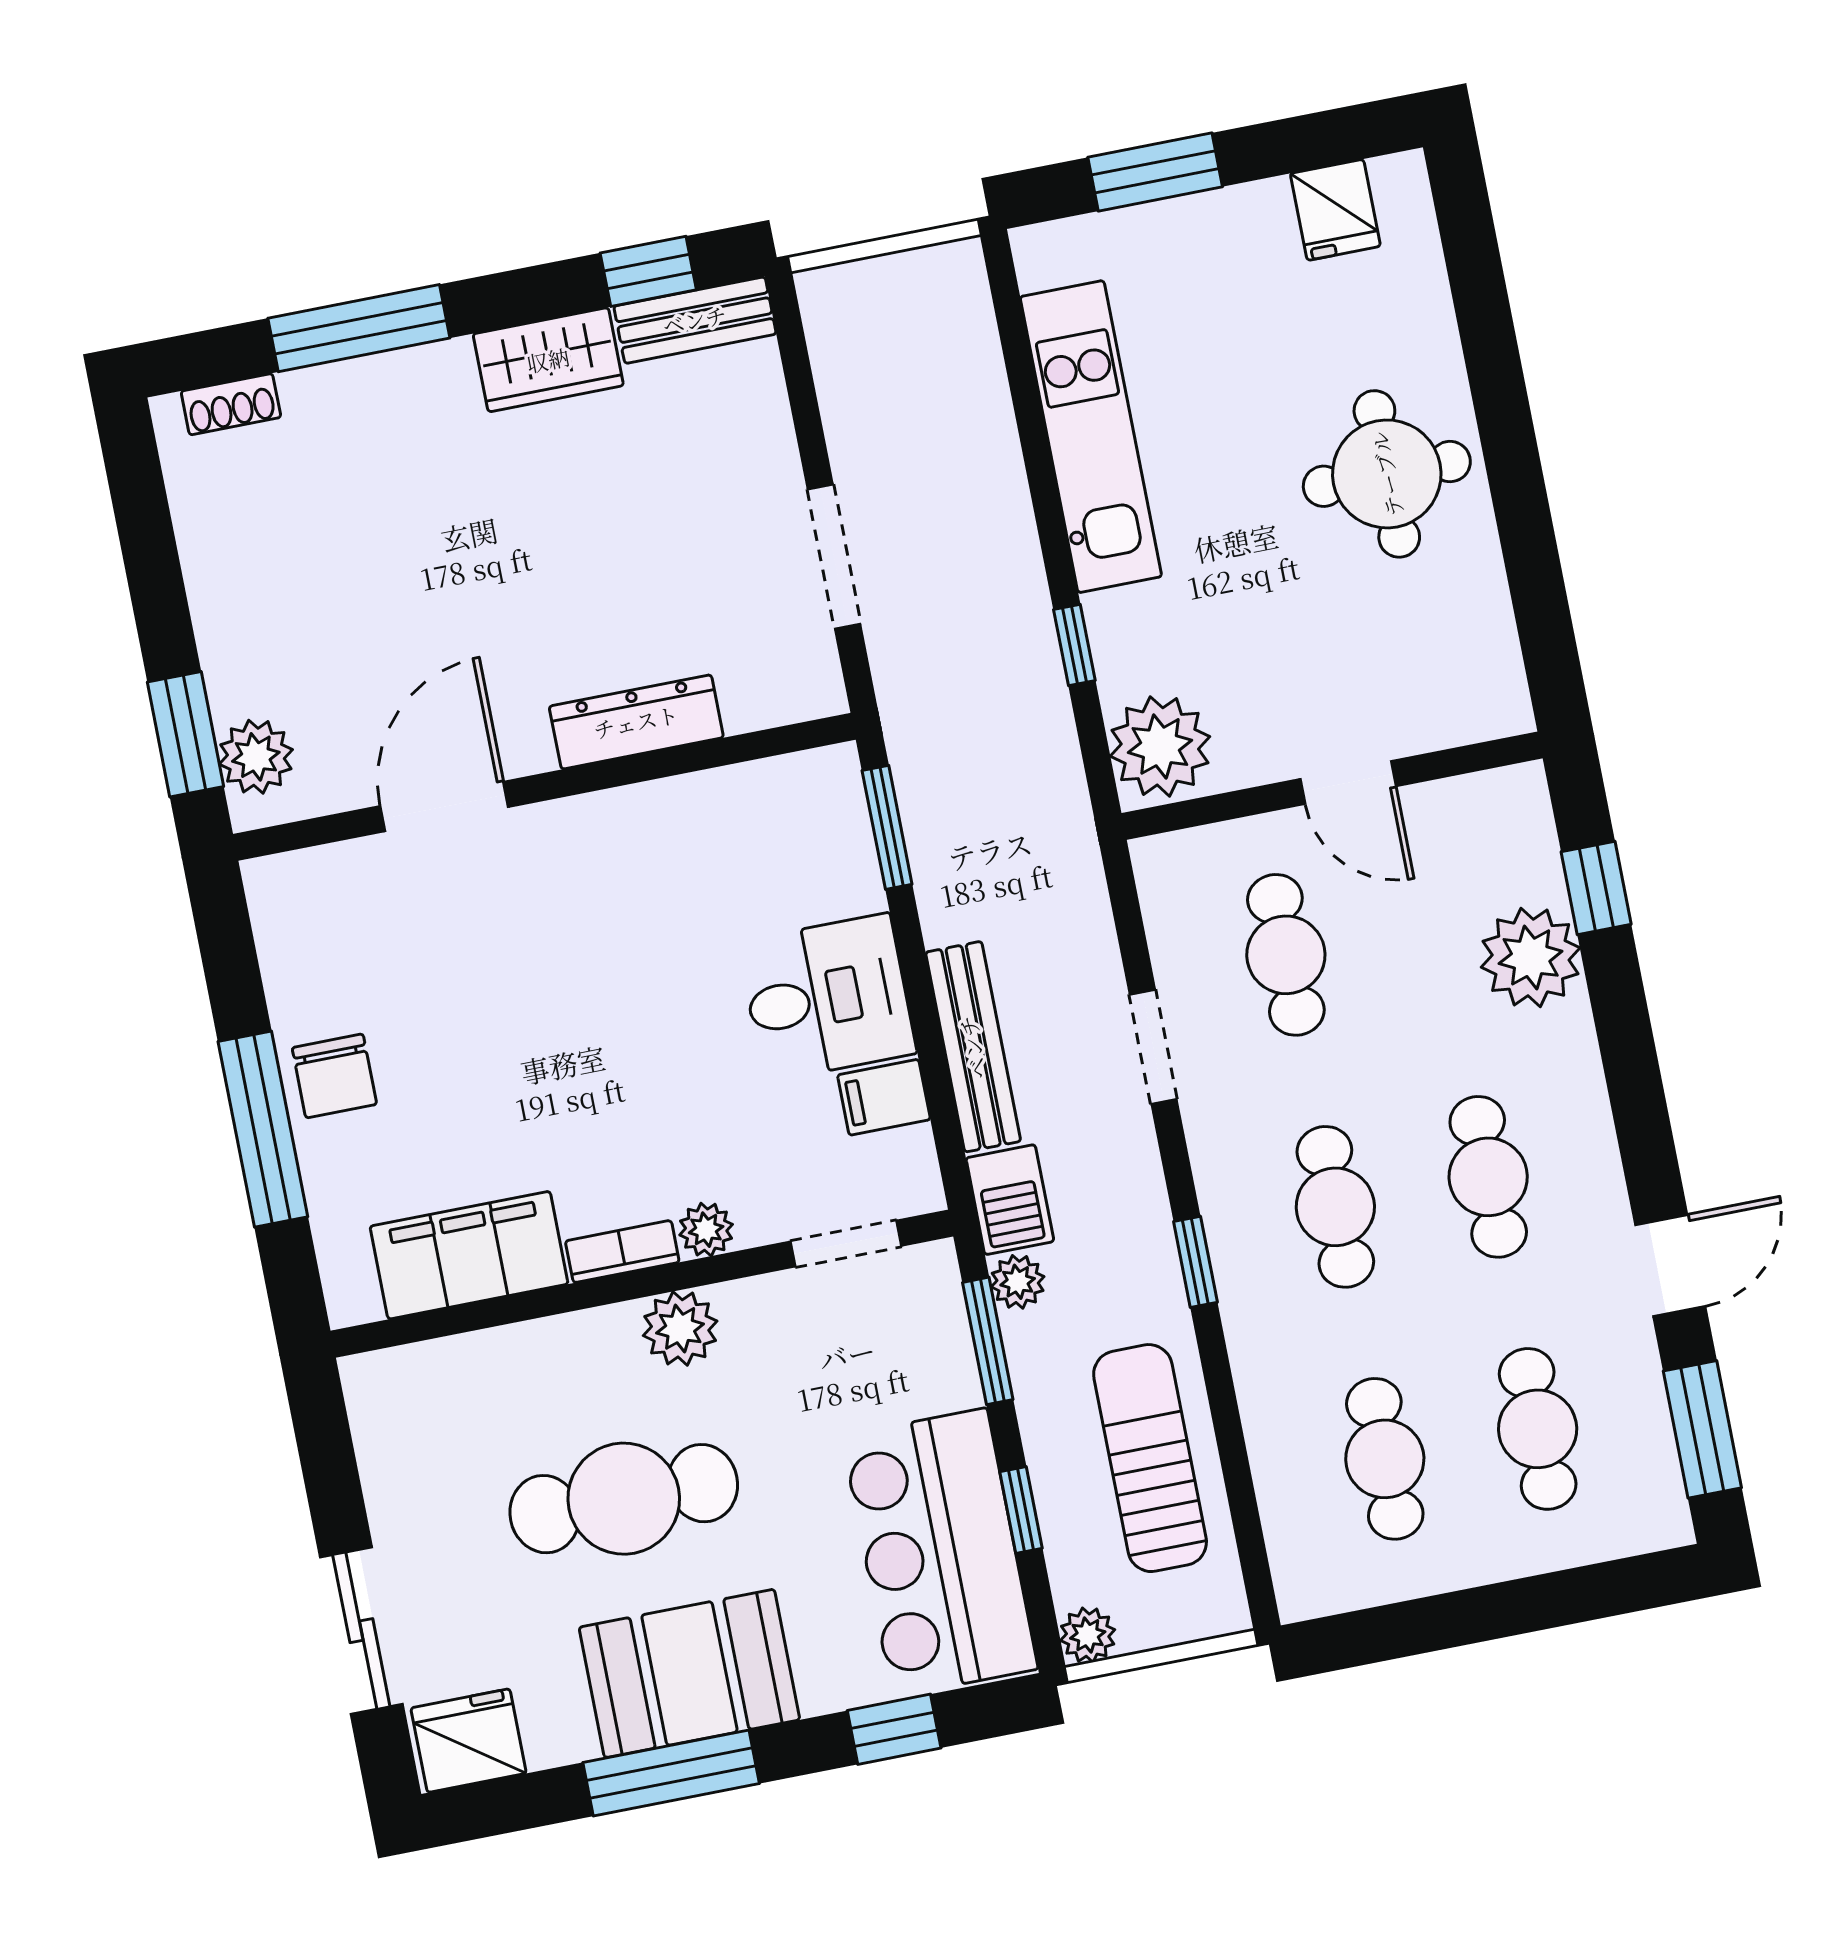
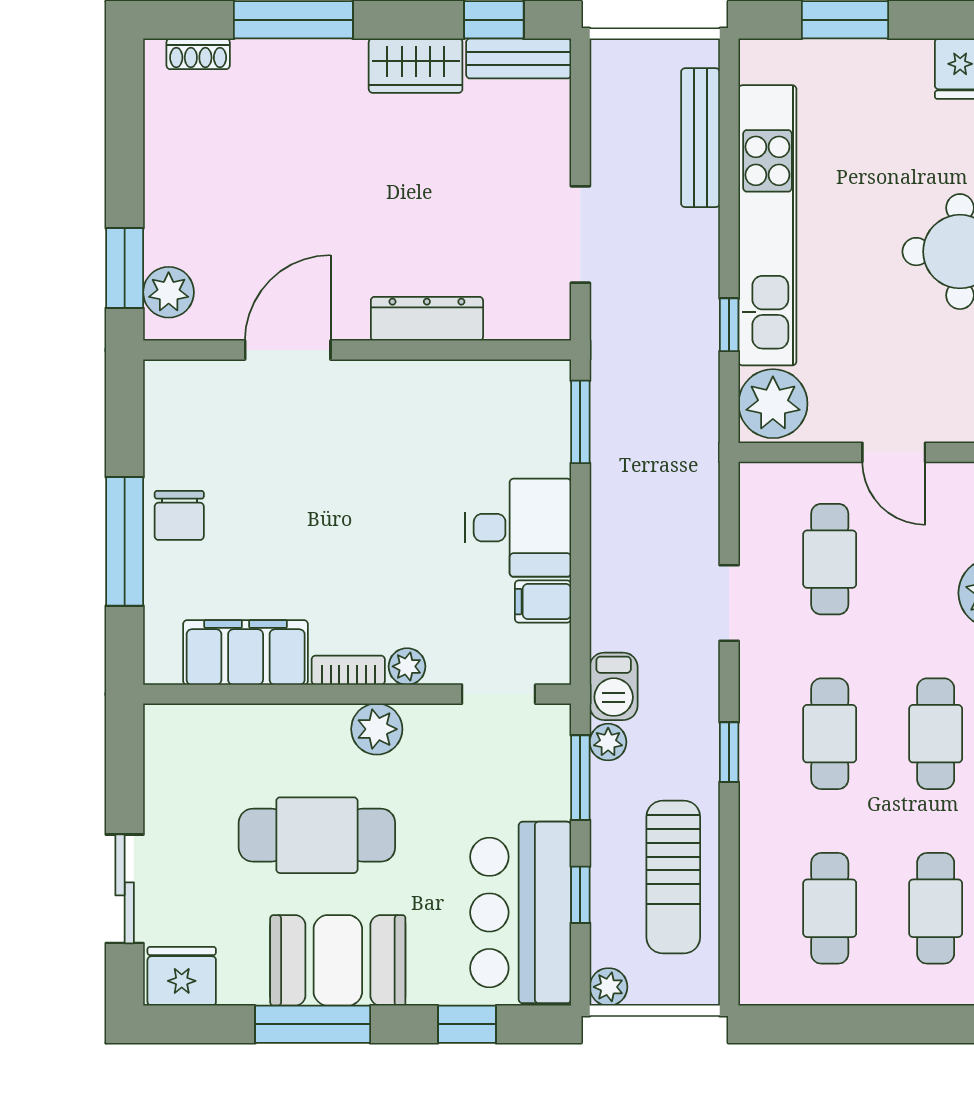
kitchen unit: (1091, 437) -> (767, 225), width x1.36
bench: (973, 1047) -> (700, 138), moved
sun lounger: (1150, 1458) -> (673, 877), turned 180

